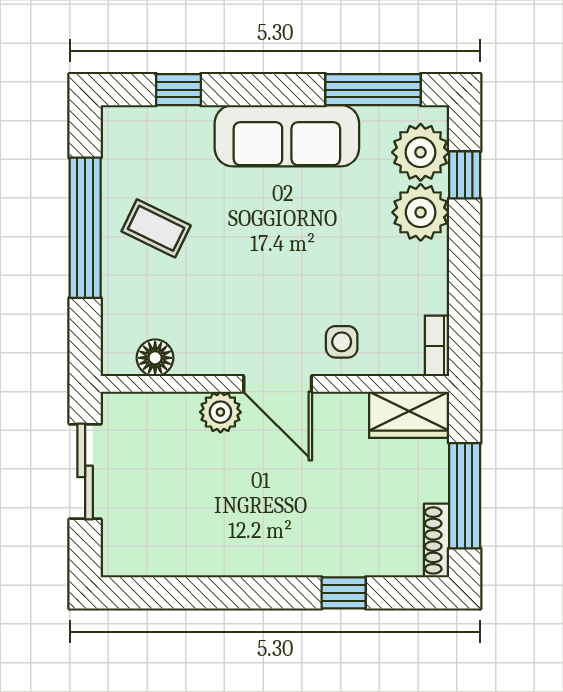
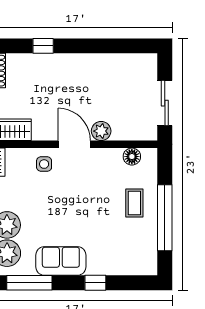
window: (179, 90) -> (95, 283), moved
sofa: (287, 136) -> (61, 261), width x0.73
coffee table: (156, 228) -> (134, 203), moved, turned 64

